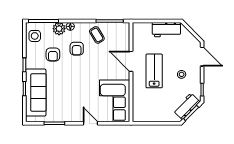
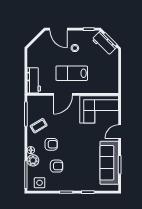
workbench: (166, 30) -> (34, 80), moved
door: (202, 57) -> (59, 29), swing flipped
sofa: (36, 93) -> (109, 163), moved, turned -90

